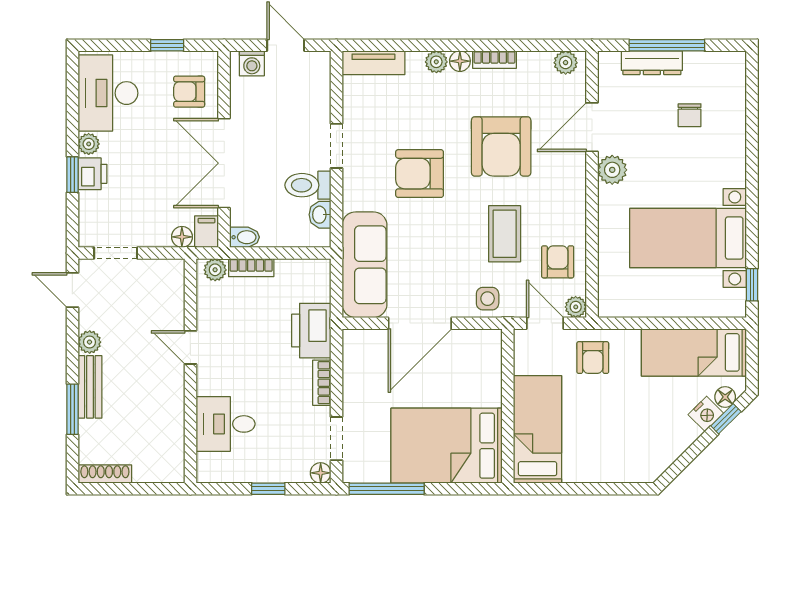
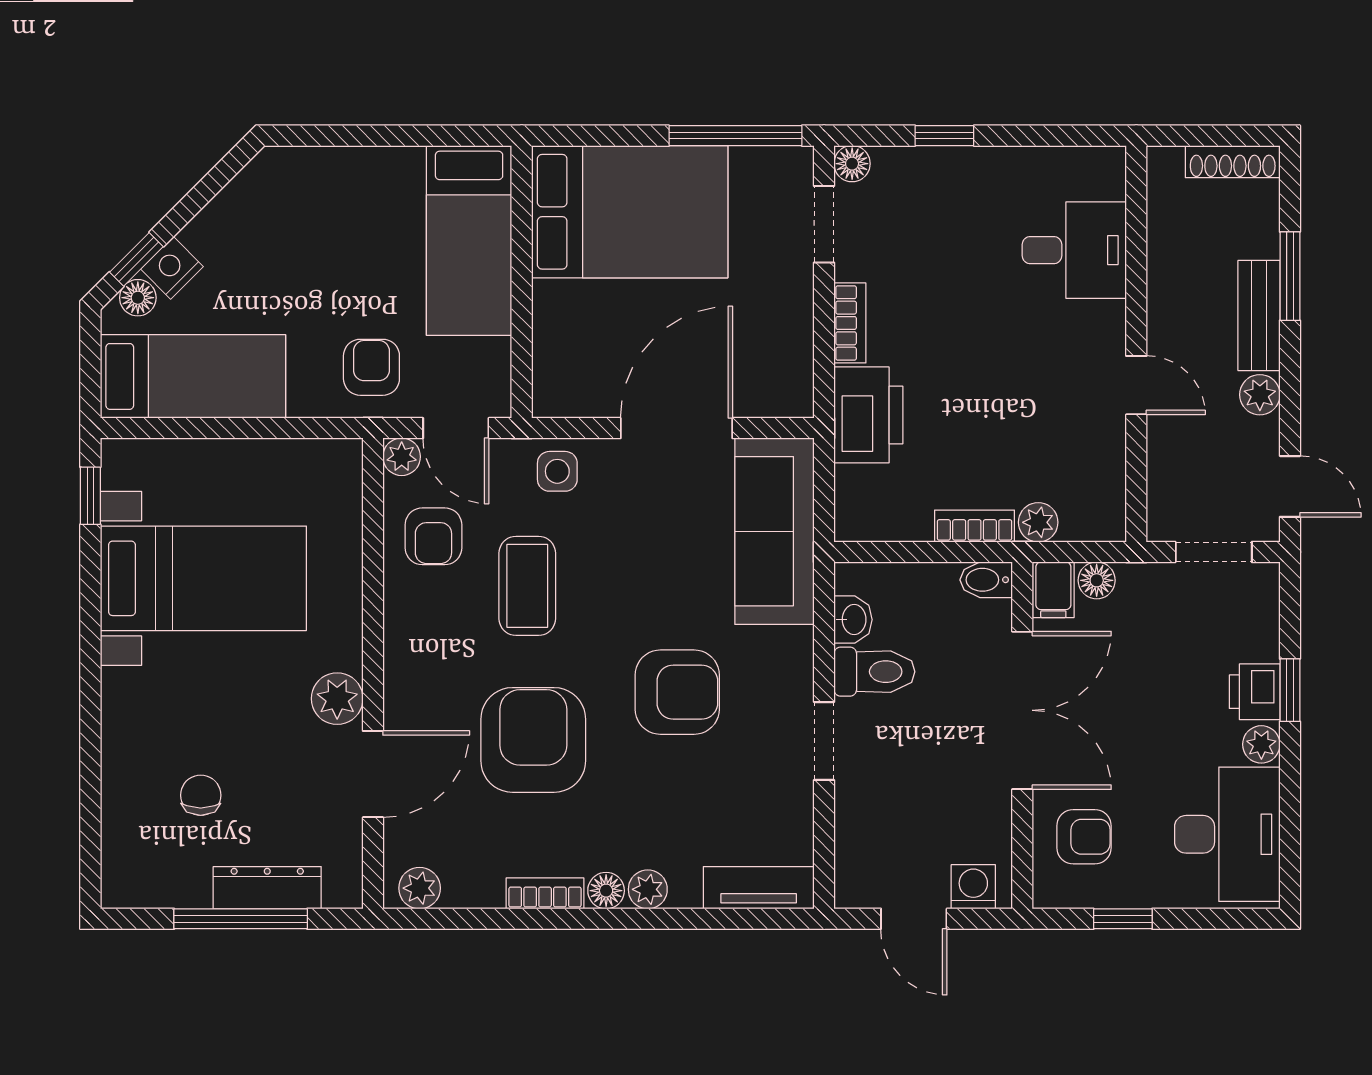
door: (190, 347) -> (1136, 385), moved
wall: (190, 371) -> (1136, 344), moved
desk: (226, 424) -> (1074, 250), moved

